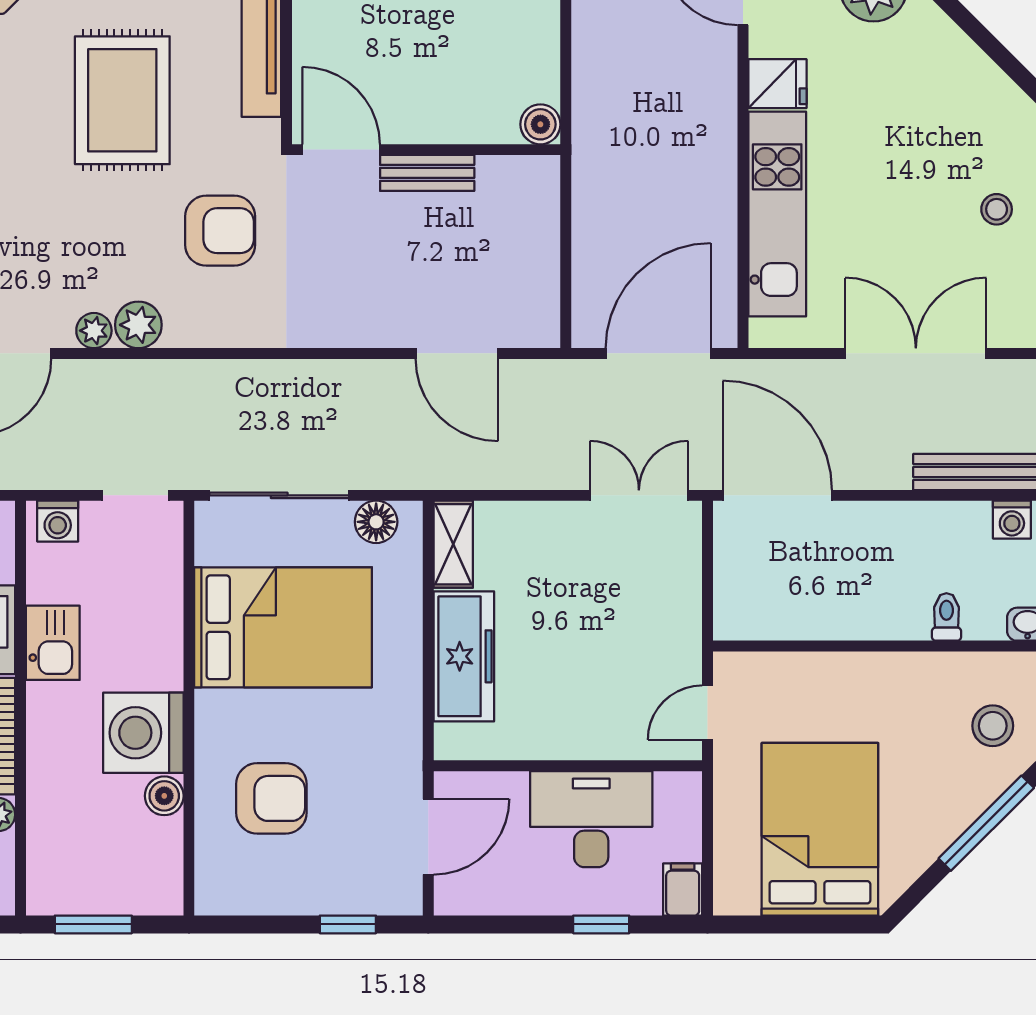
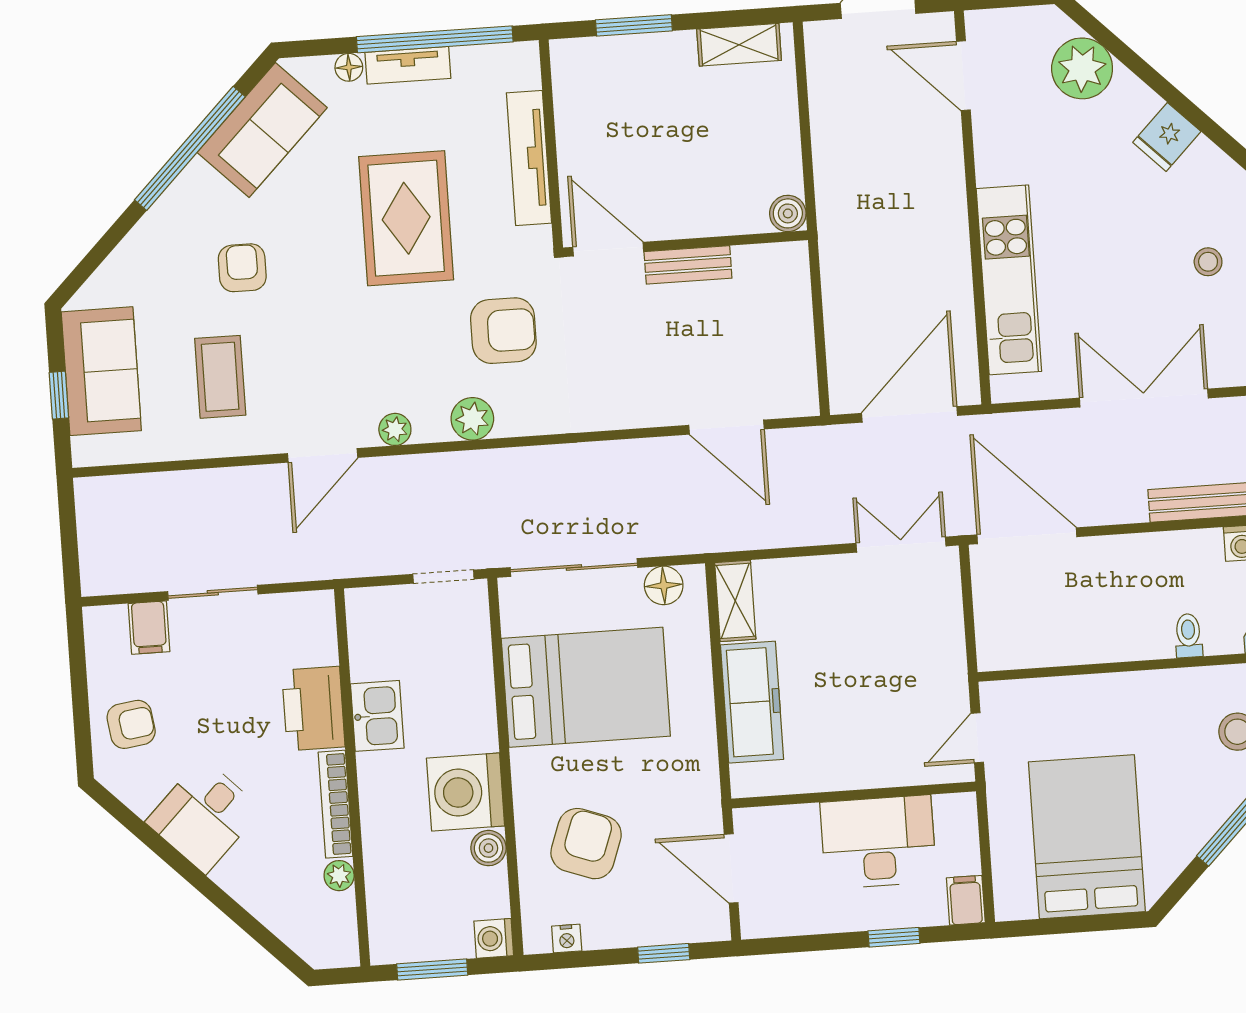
fridge: (777, 84) -> (1167, 137), moved, turned 135
plant: (138, 325) -> (472, 419), moved
washing machine: (58, 521) -> (494, 938), moved, turned 90
armchair: (271, 798) -> (586, 844), turned -70
door: (428, 837) -> (731, 868), swing flipped
nightstand: (243, 901) -> (567, 939), added

